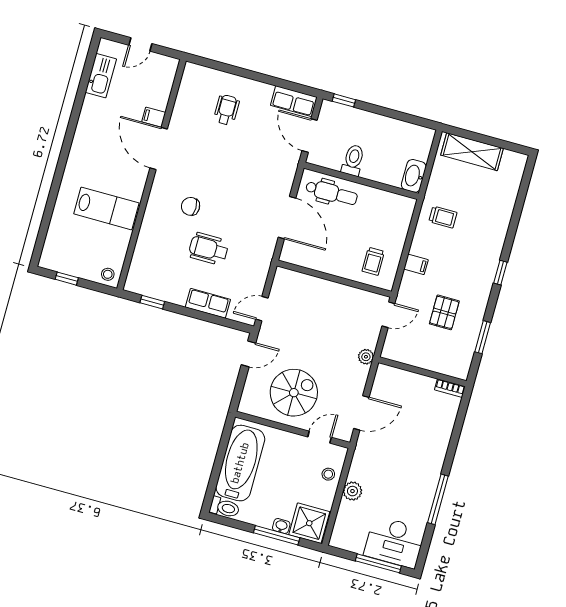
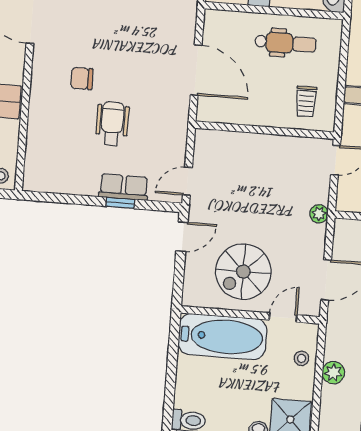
dental chair: (331, 193) -> (286, 43), moved
wheelchair: (209, 249) -> (112, 124), turned 90
window: (152, 302) -> (120, 203), moved
spiral stairs: (294, 393) -> (243, 272), turned 180
bathtub: (240, 463) -> (222, 337), moved, turned 90

